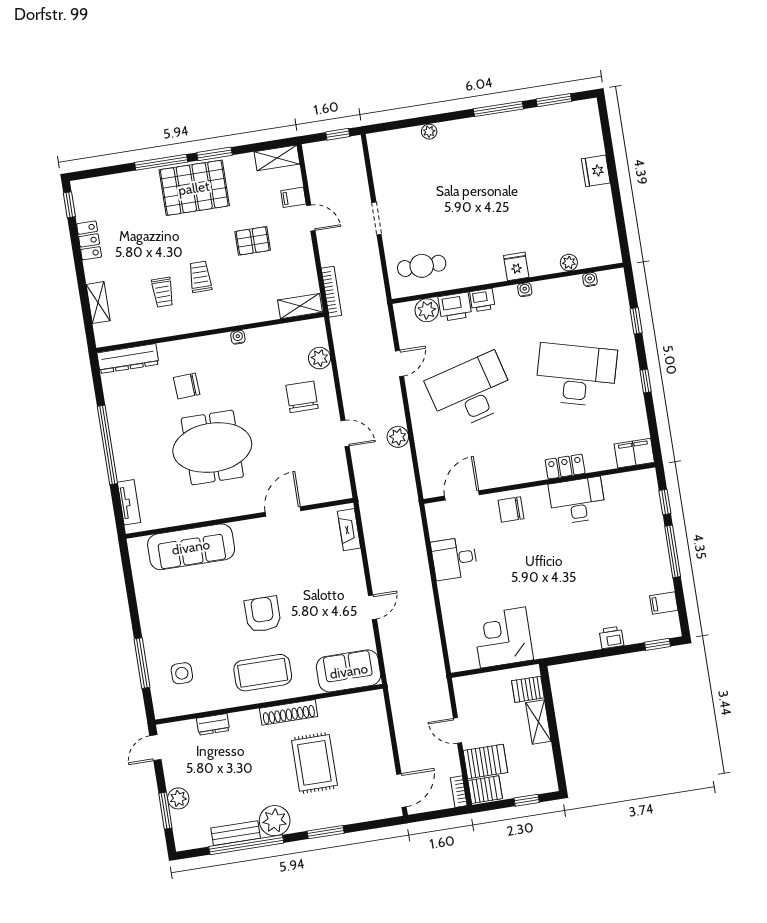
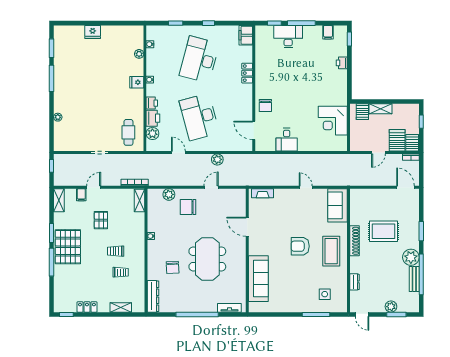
desk: (577, 501) -> (288, 36), moved, turned 90

